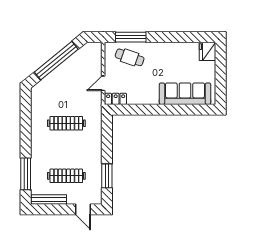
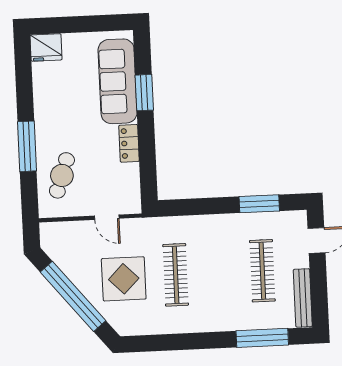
window: (131, 37) -> (27, 146), moved
display table: (65, 92) -> (124, 279), added
locker: (116, 99) -> (129, 143), moved
window: (177, 110) -> (144, 93), added

